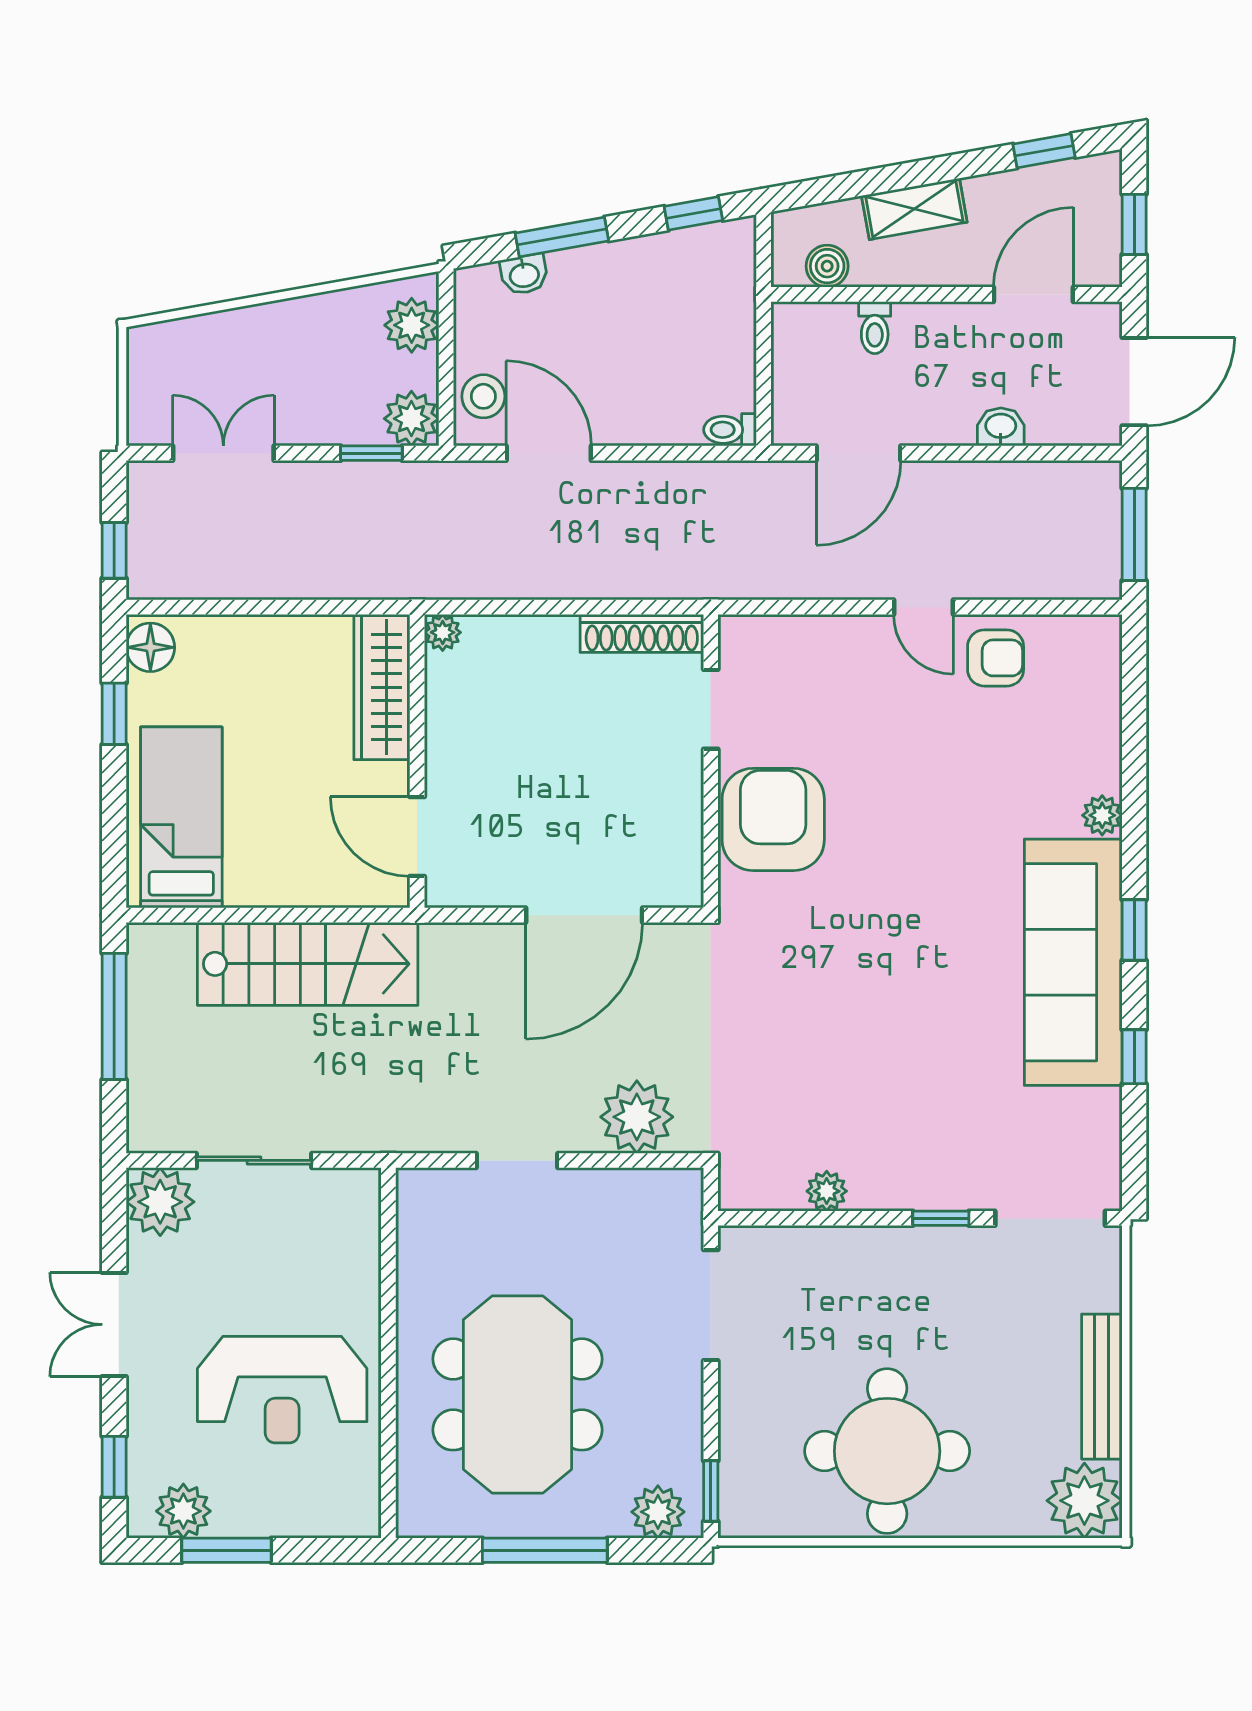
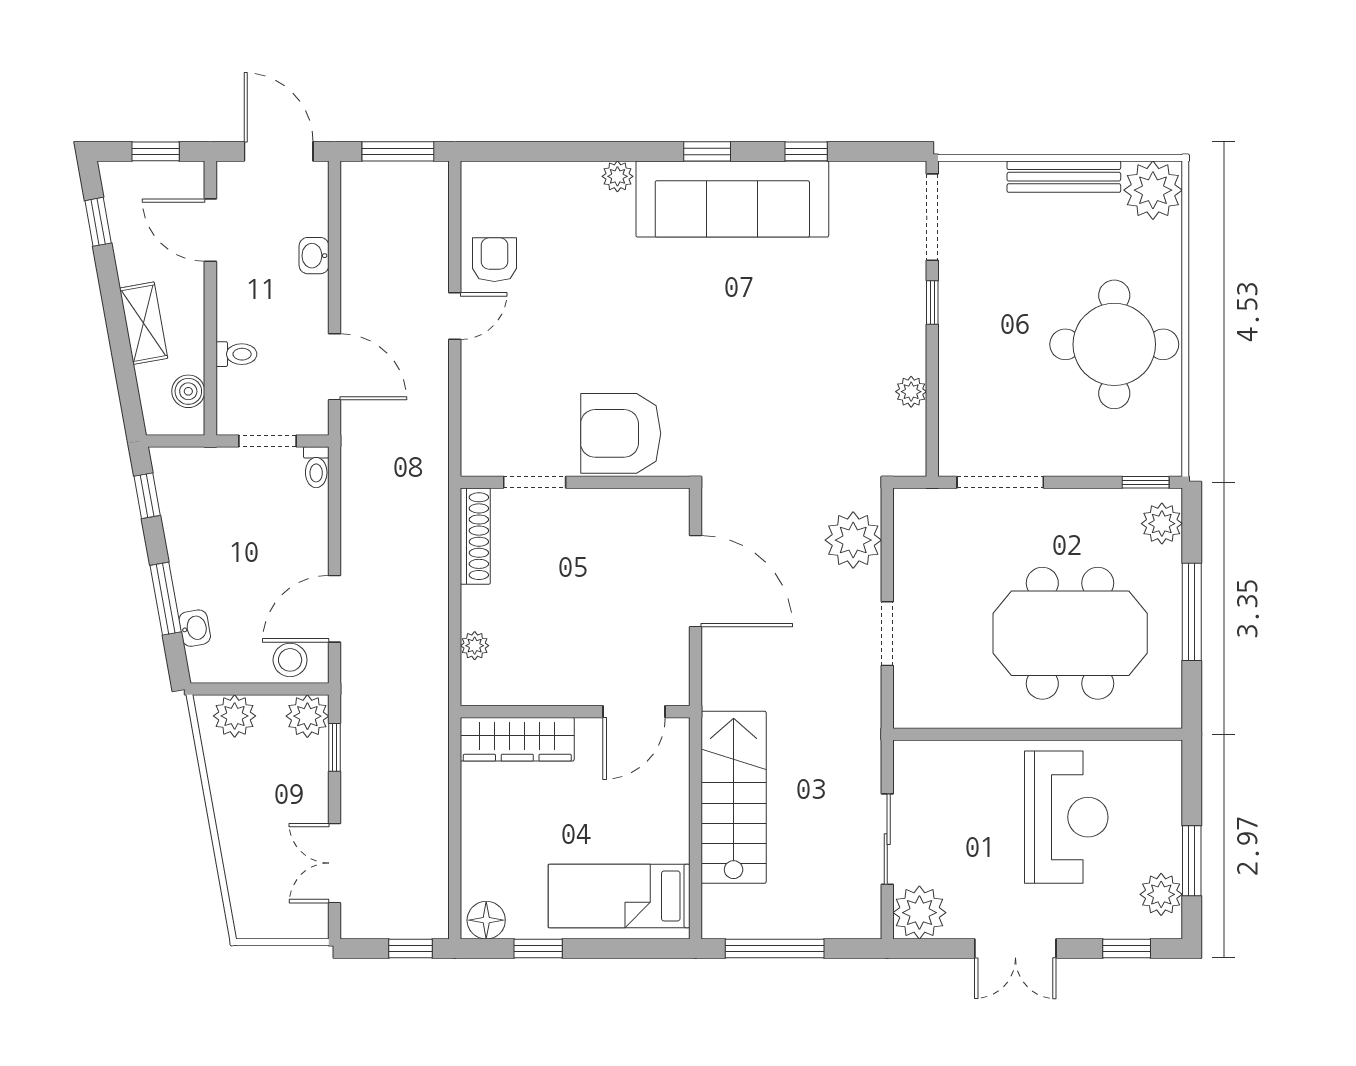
doorway: (764, 367) -> (267, 441), added
plant: (443, 632) -> (475, 646), moved

